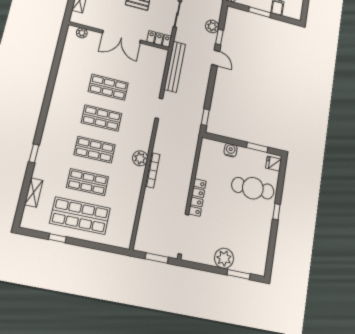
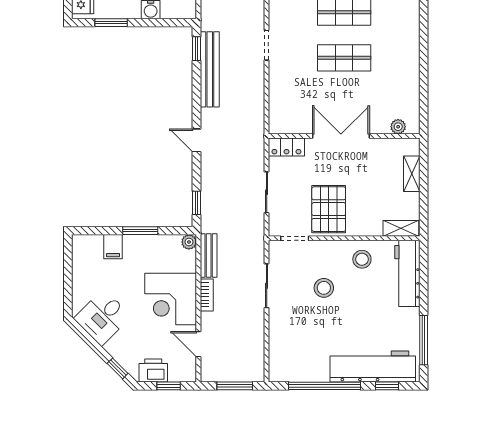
plant: (212, 26) -> (210, 188), removed
window: (219, 37) -> (196, 203), moved
bench: (175, 67) -> (210, 69), moved

